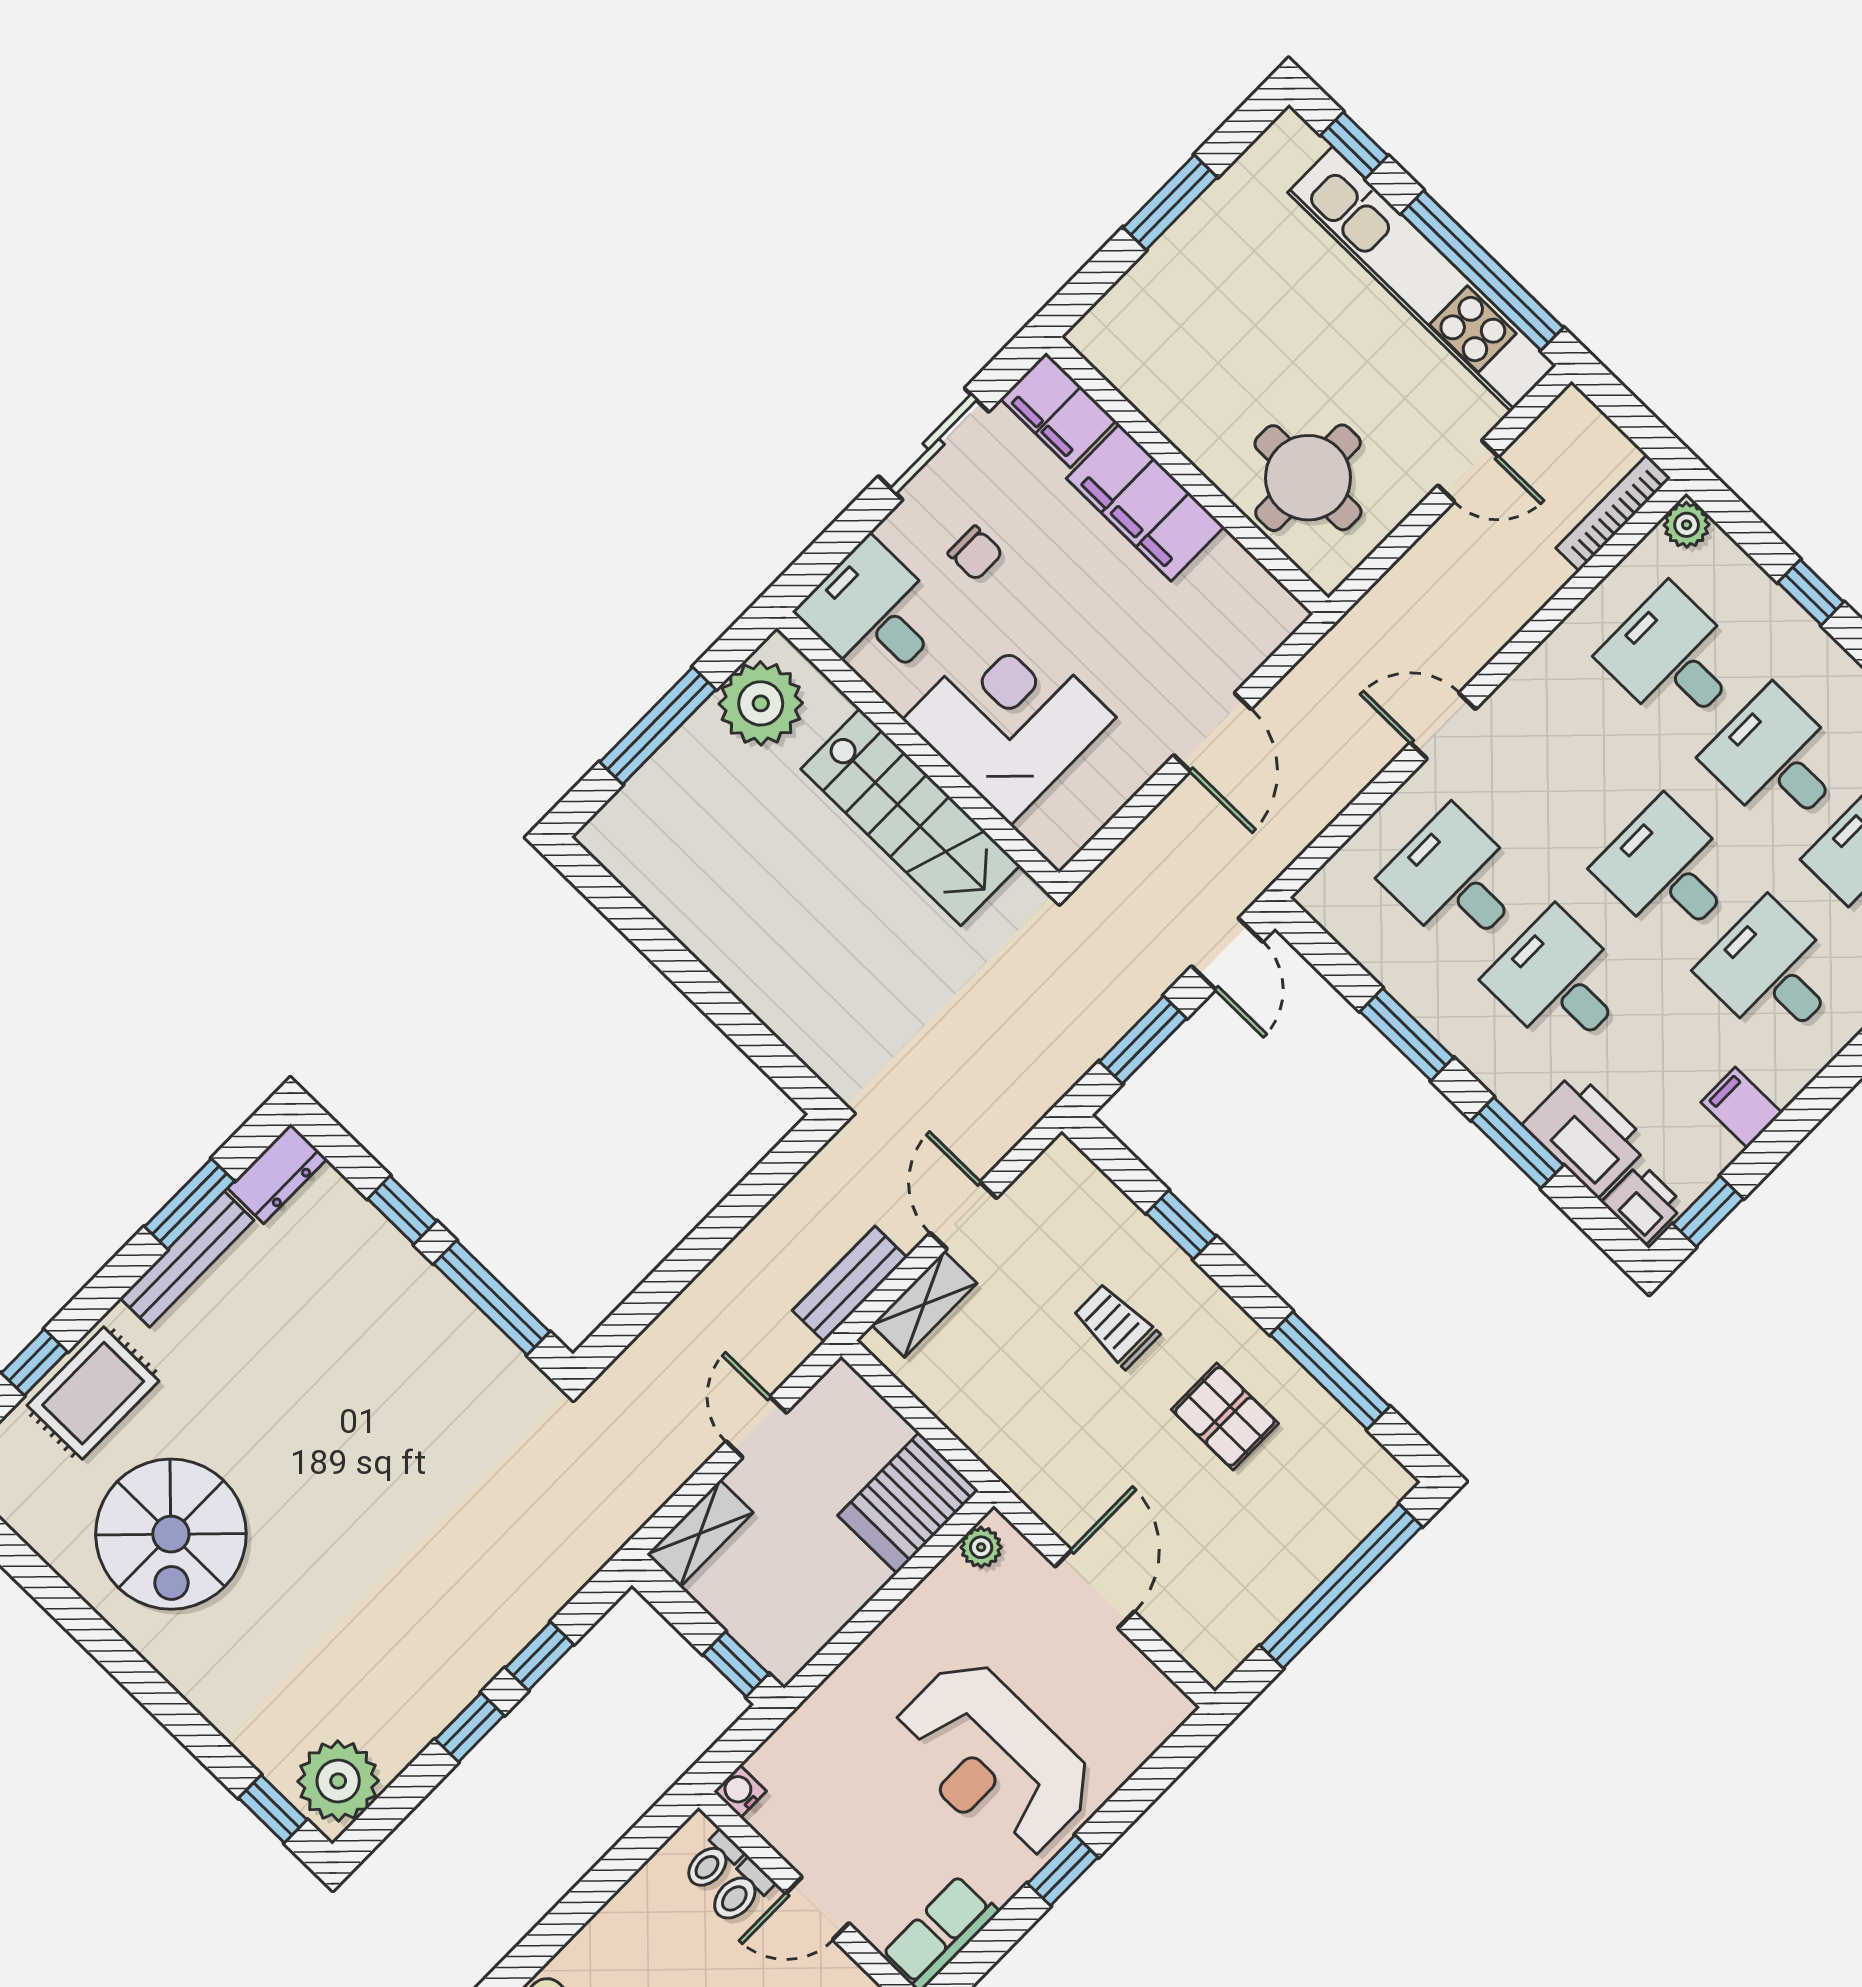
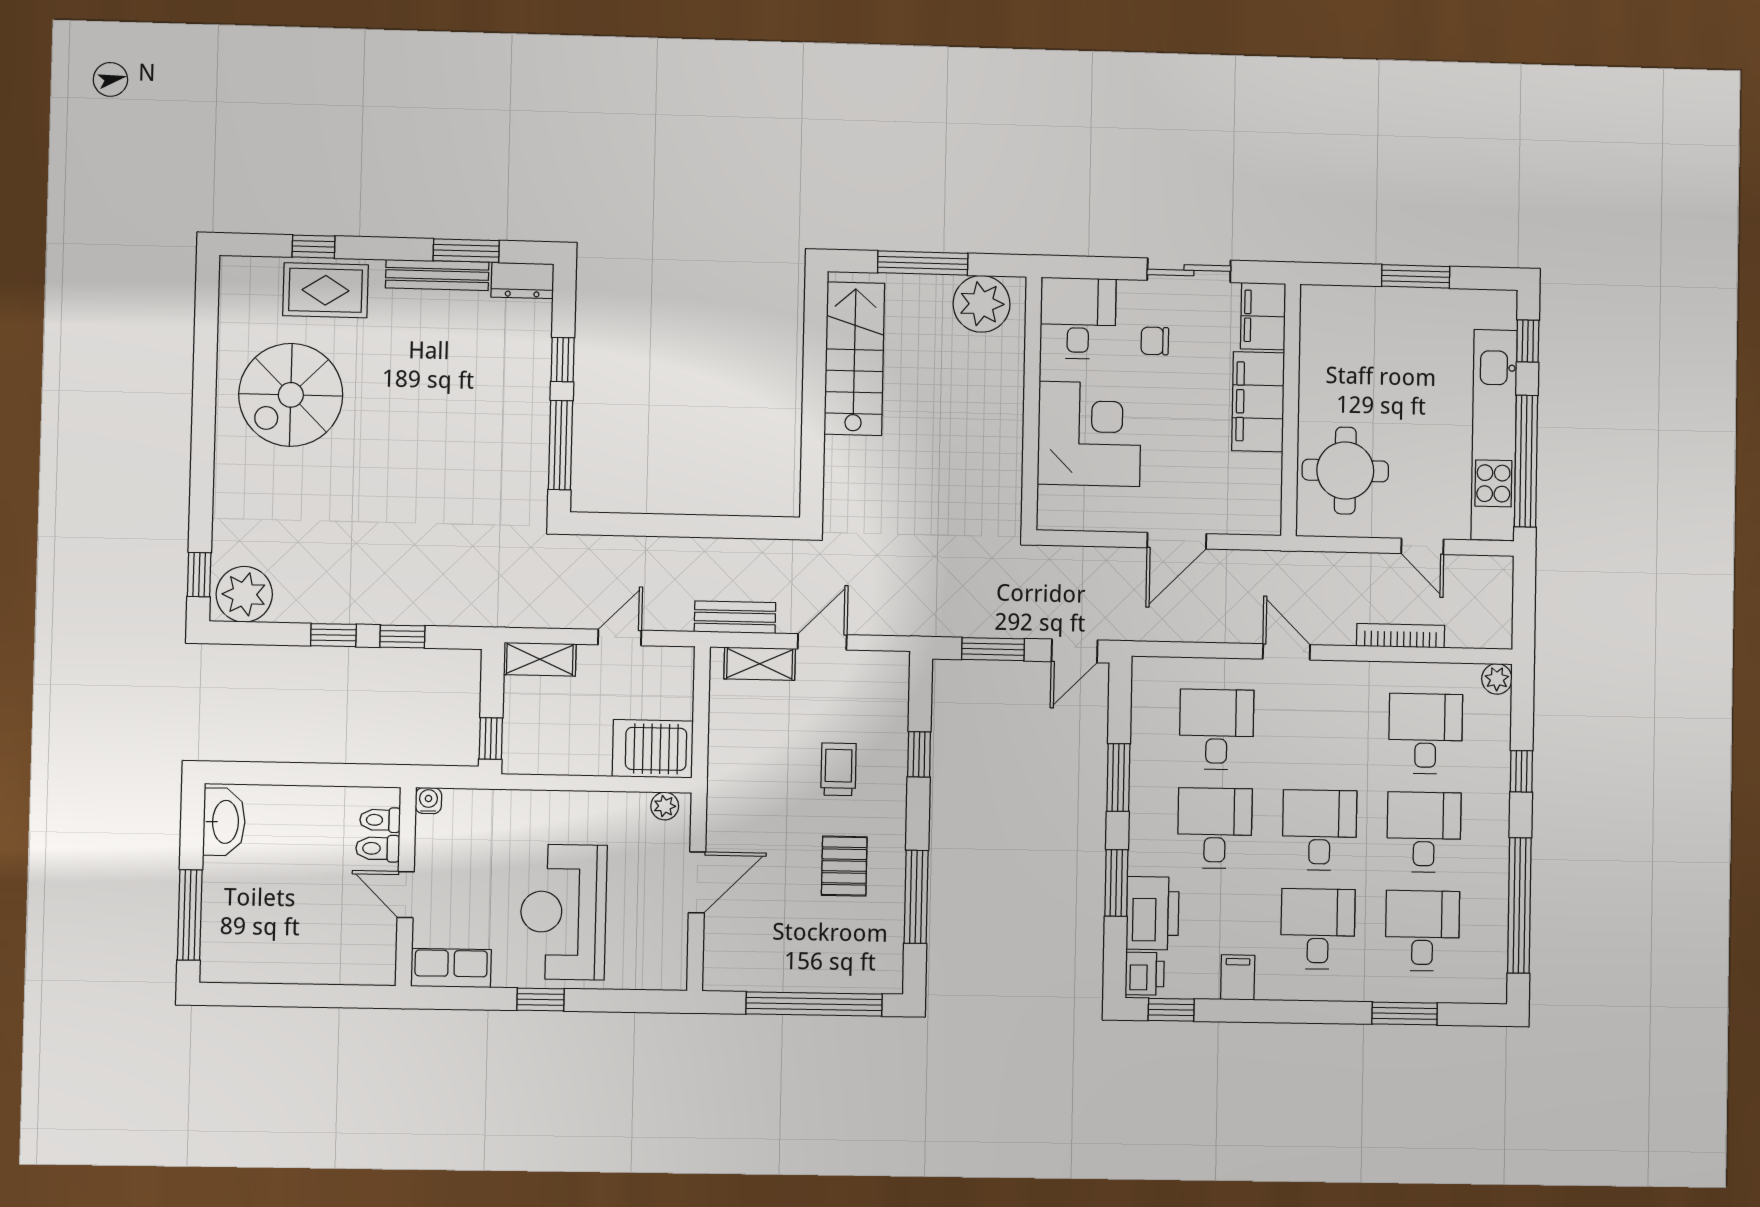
bookcase: (1613, 513) -> (1401, 636), moved
chair: (975, 553) -> (1155, 341), turned 90
stairs: (910, 817) -> (854, 359), moved, turned 180

